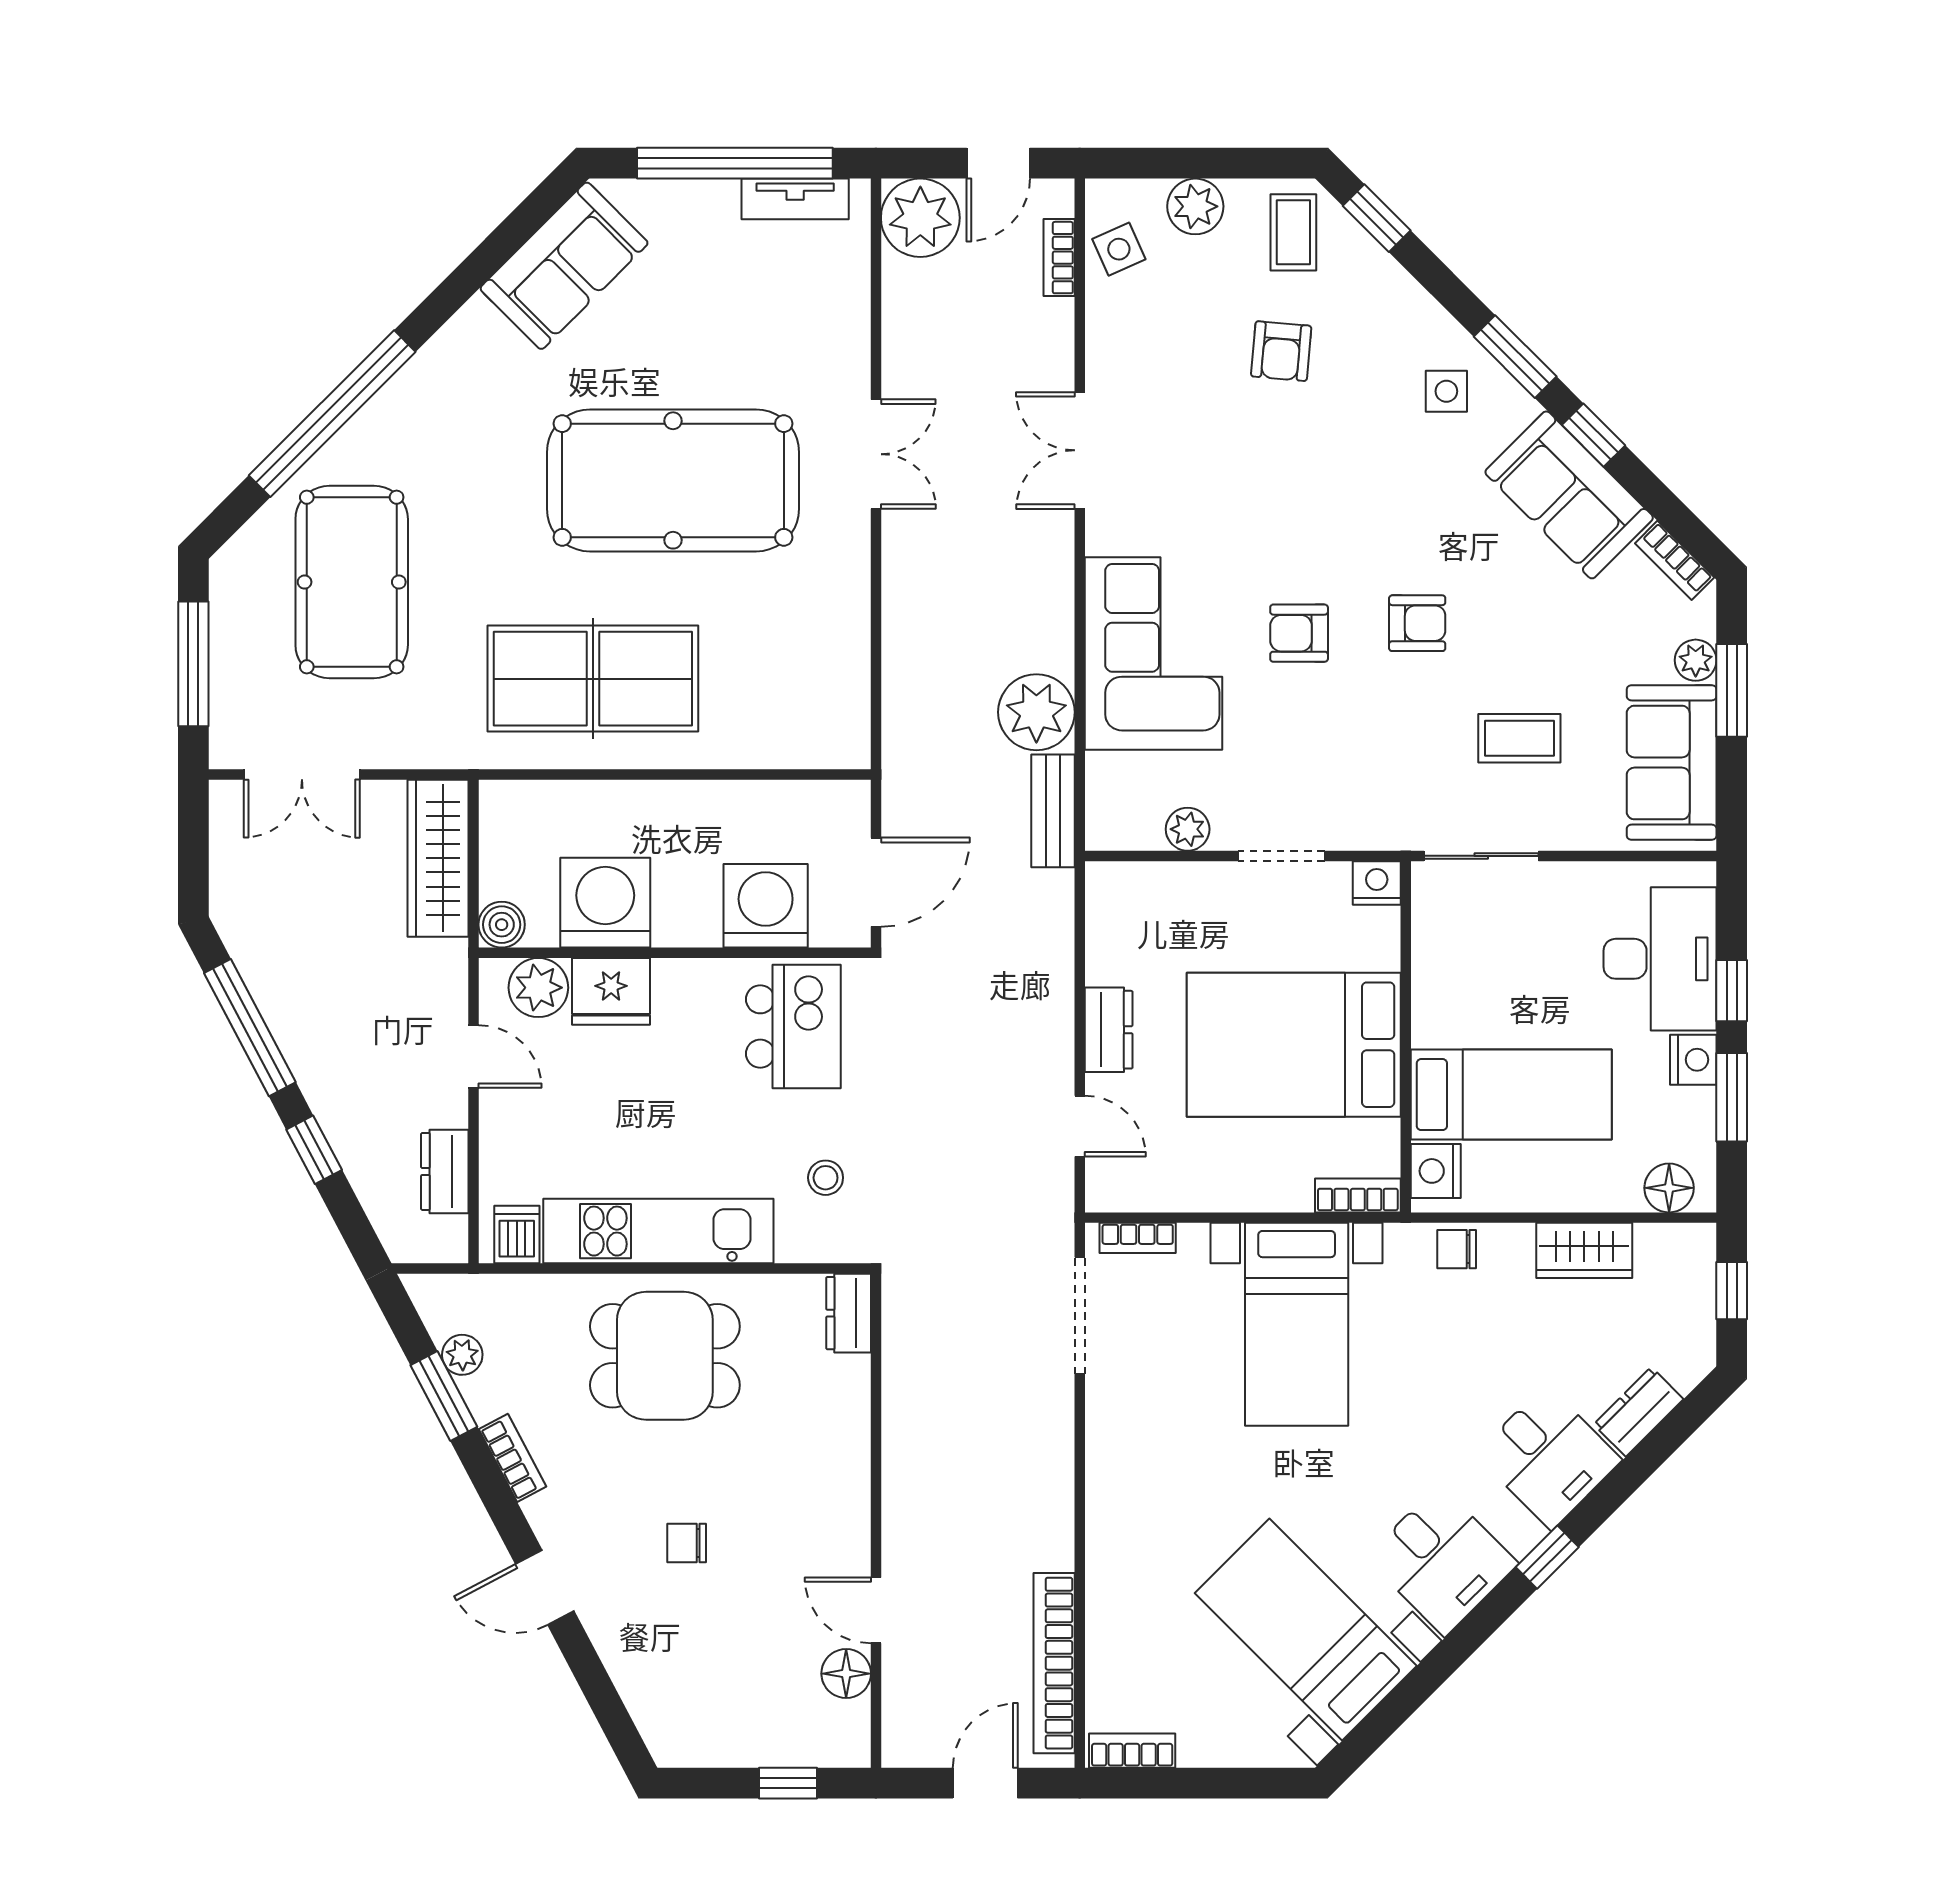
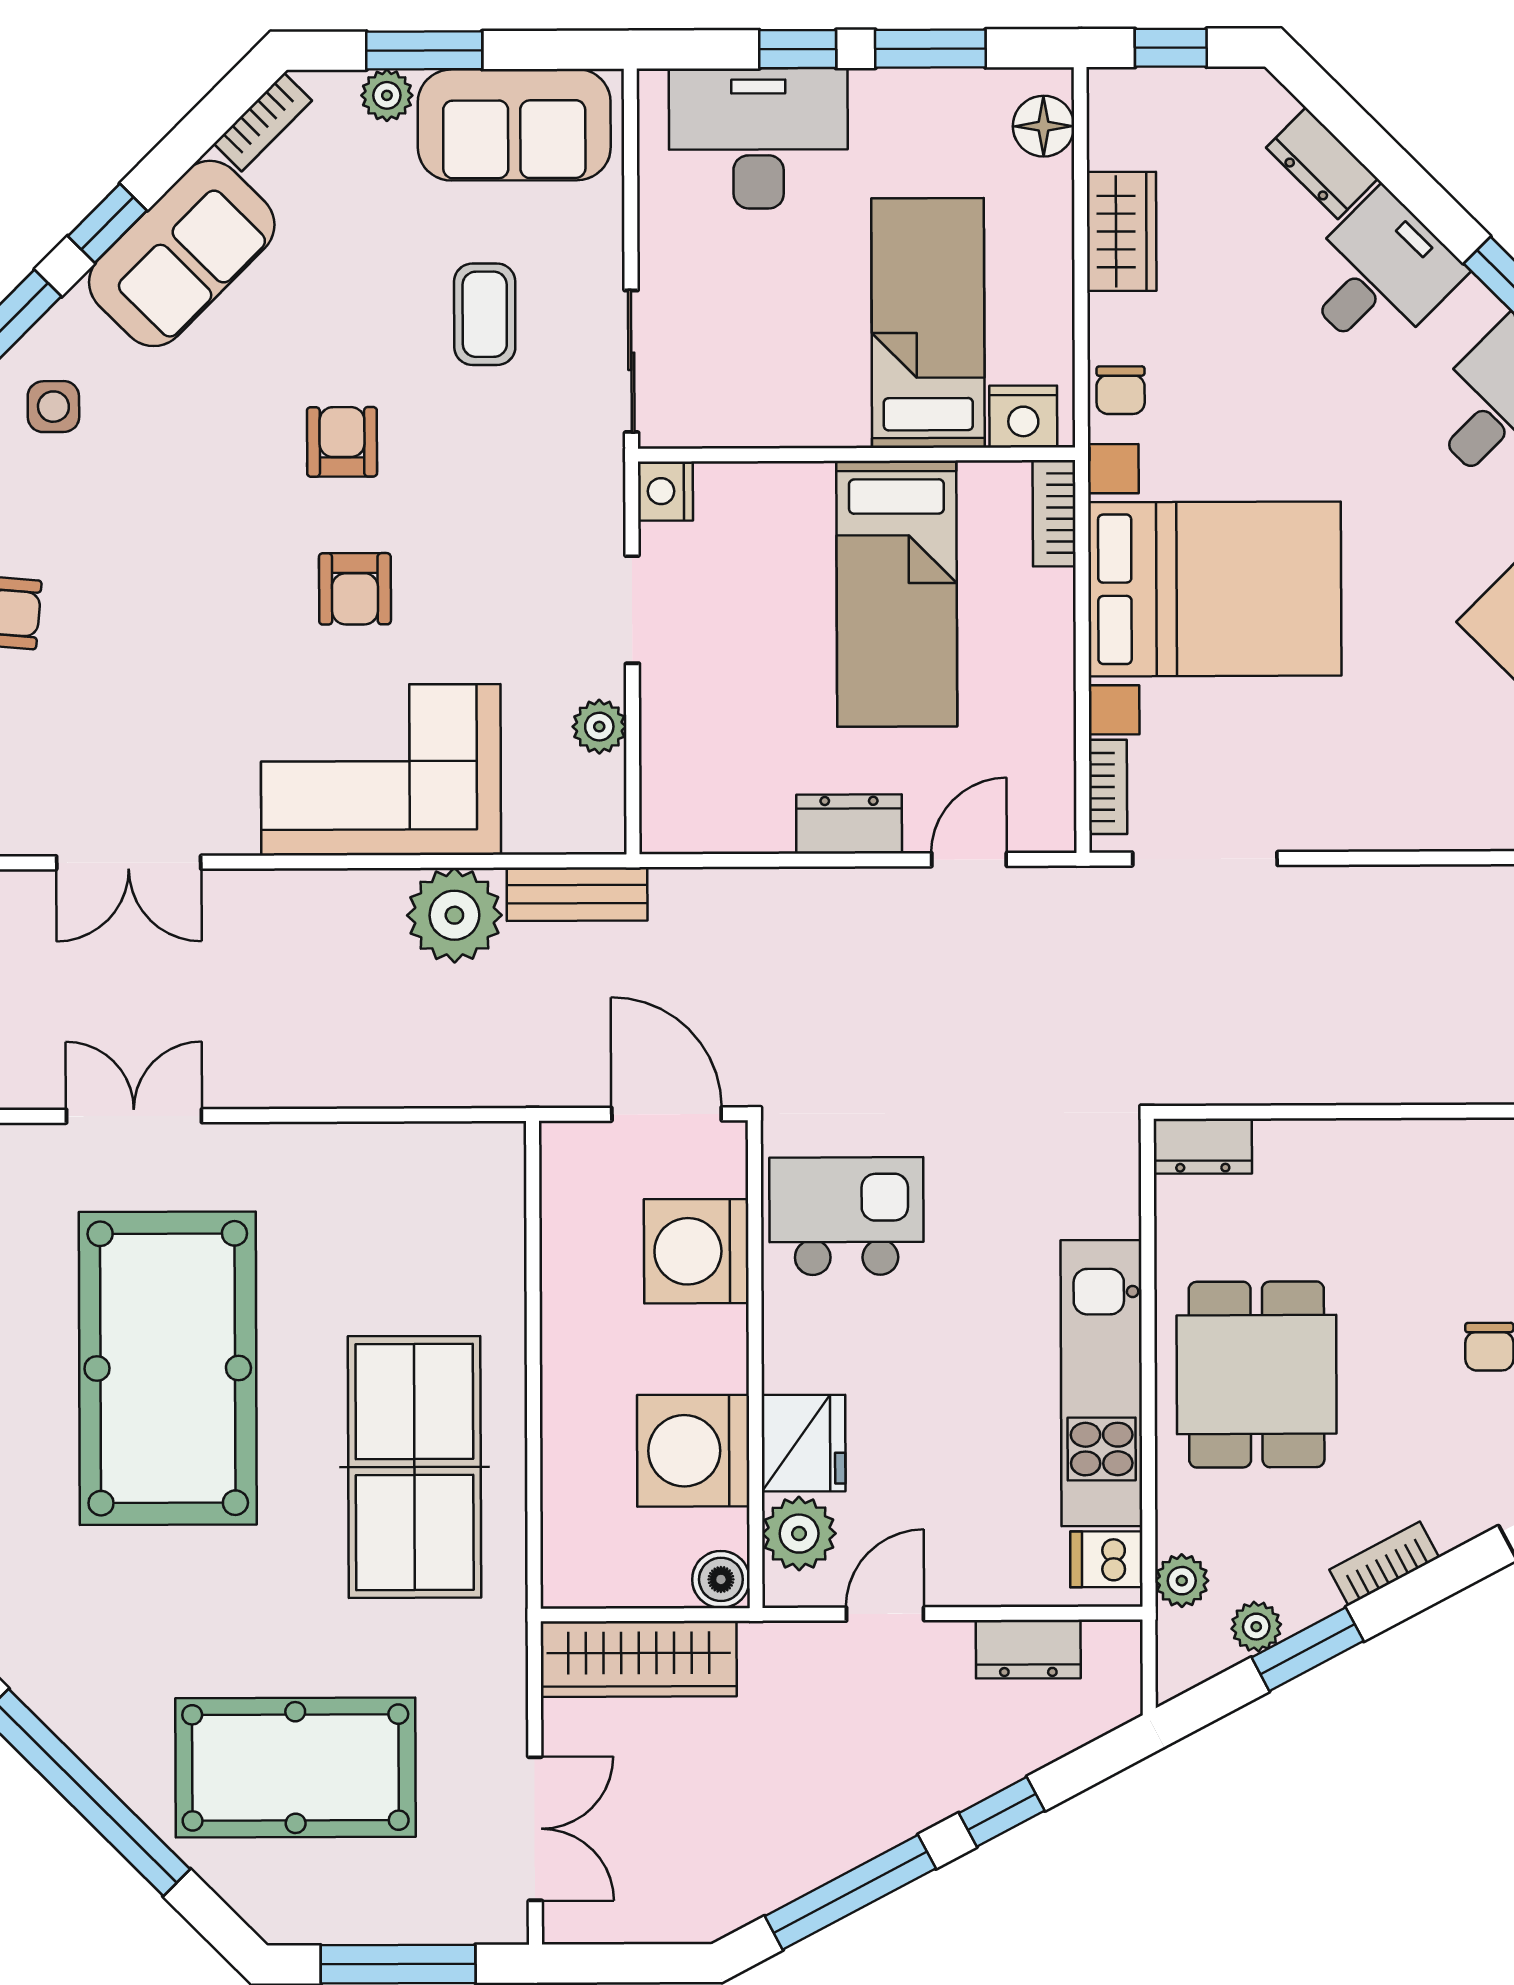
bed: (1294, 1045) -> (897, 594), width x0.67
nightstand: (1693, 1060) -> (884, 97), removed
stool: (826, 1178) -> (1034, 1175), removed
plant: (499, 1295) -> (1182, 1581), added
bed with nightstands: (1297, 1324) -> (1215, 589), width x1.36

